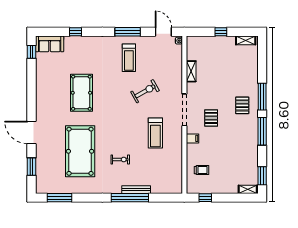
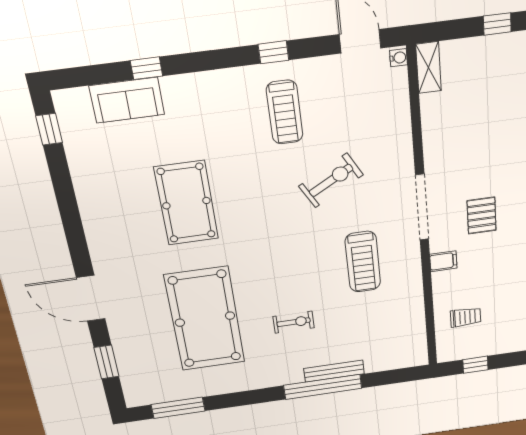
window: (128, 32) -> (273, 52), width x0.46
sofa: (50, 44) -> (127, 100), moved
shelving: (191, 71) -> (429, 68), moved

